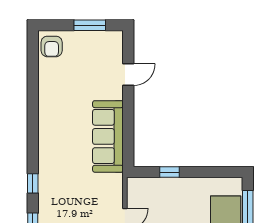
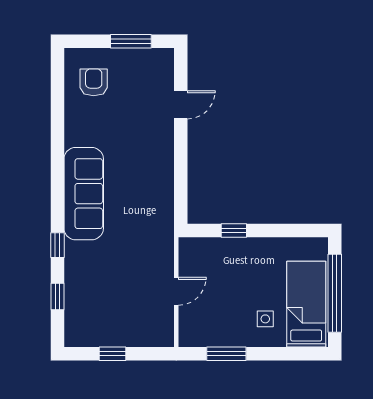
armchair: (52, 46) -> (94, 82), moved, turned 180
sofa: (108, 136) -> (84, 194), moved, turned 180

